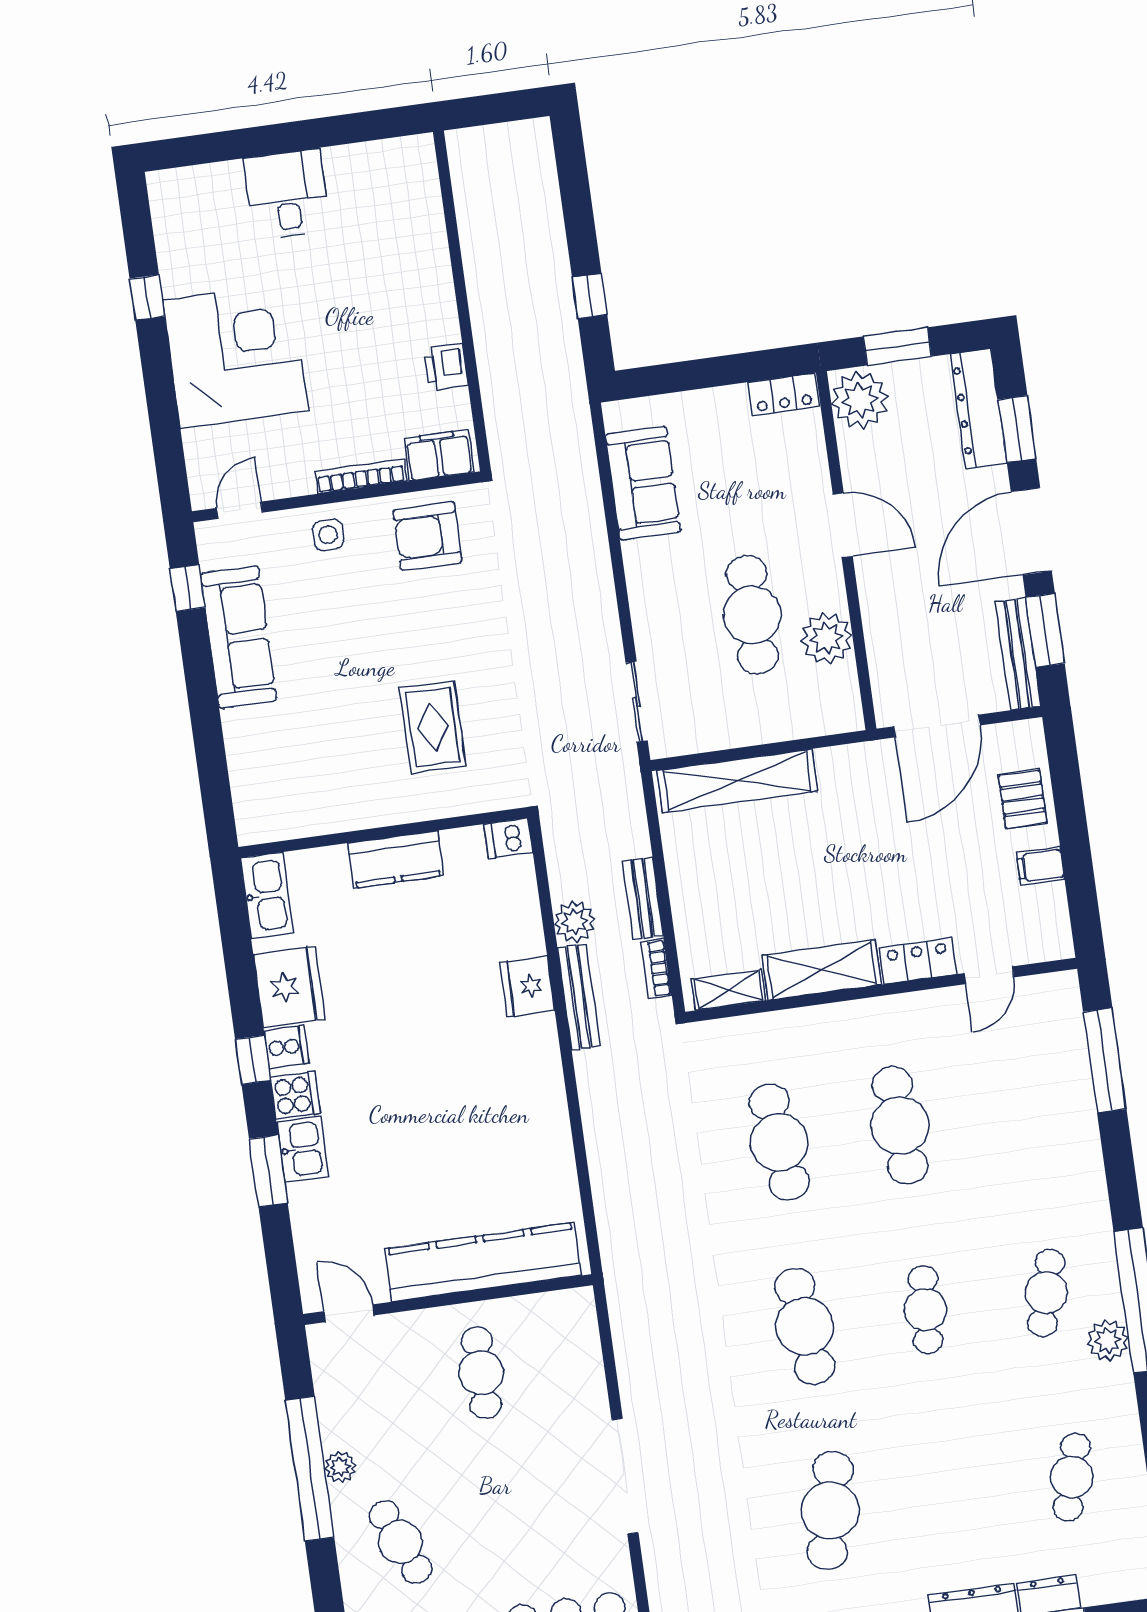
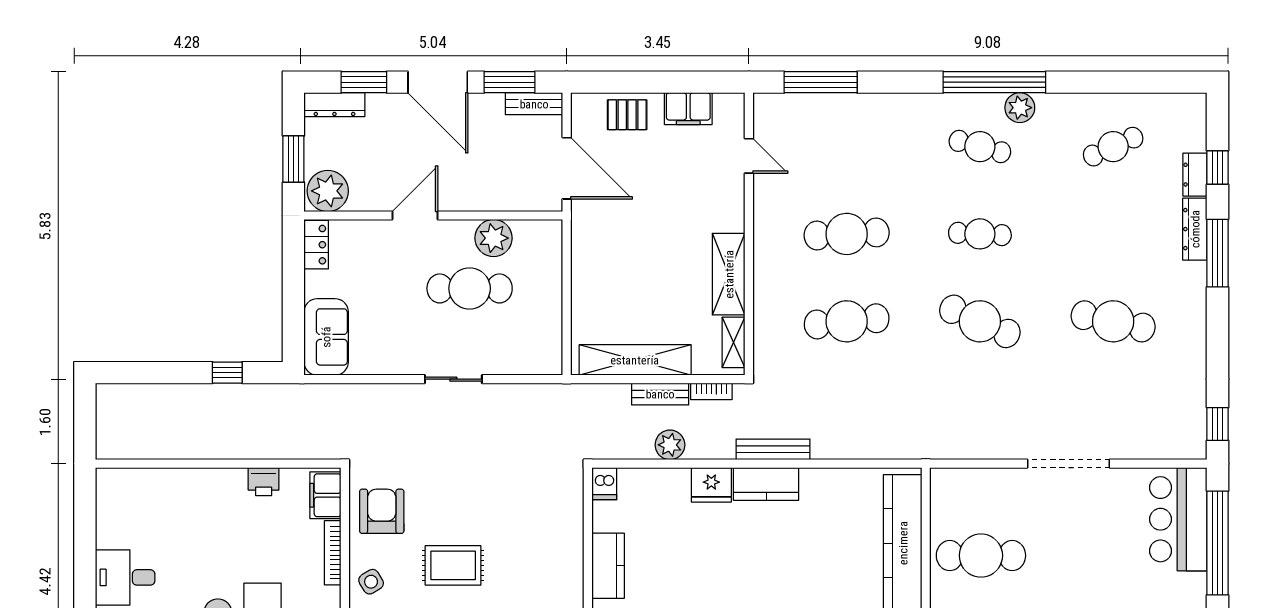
dresser: (979, 409) -> (334, 105), width x0.73, depth x0.80
sofa: (643, 483) -> (326, 337), moved, turned 90
side table: (328, 535) -> (371, 582), turned -31
armchair: (427, 536) -> (382, 511), turned 180
bench: (1018, 654) -> (534, 104), width x0.73
sliding door: (637, 702) -> (453, 379), moved
rug: (433, 727) -> (453, 565), moved
shelving: (737, 781) -> (635, 360), moved, turned 90
filing cabinet: (1040, 866) -> (688, 109), width x2.00
locker: (918, 961) -> (732, 205), removed
bench: (579, 997) -> (773, 449), moved
kitchen counter: (539, 1062) -> (766, 484), added
cafe table: (805, 1326) -> (980, 321), turned 30
cafe table: (481, 1373) -> (981, 556), width x1.37, depth x1.35
cafe table: (1072, 1477) -> (1113, 147), turned -39

